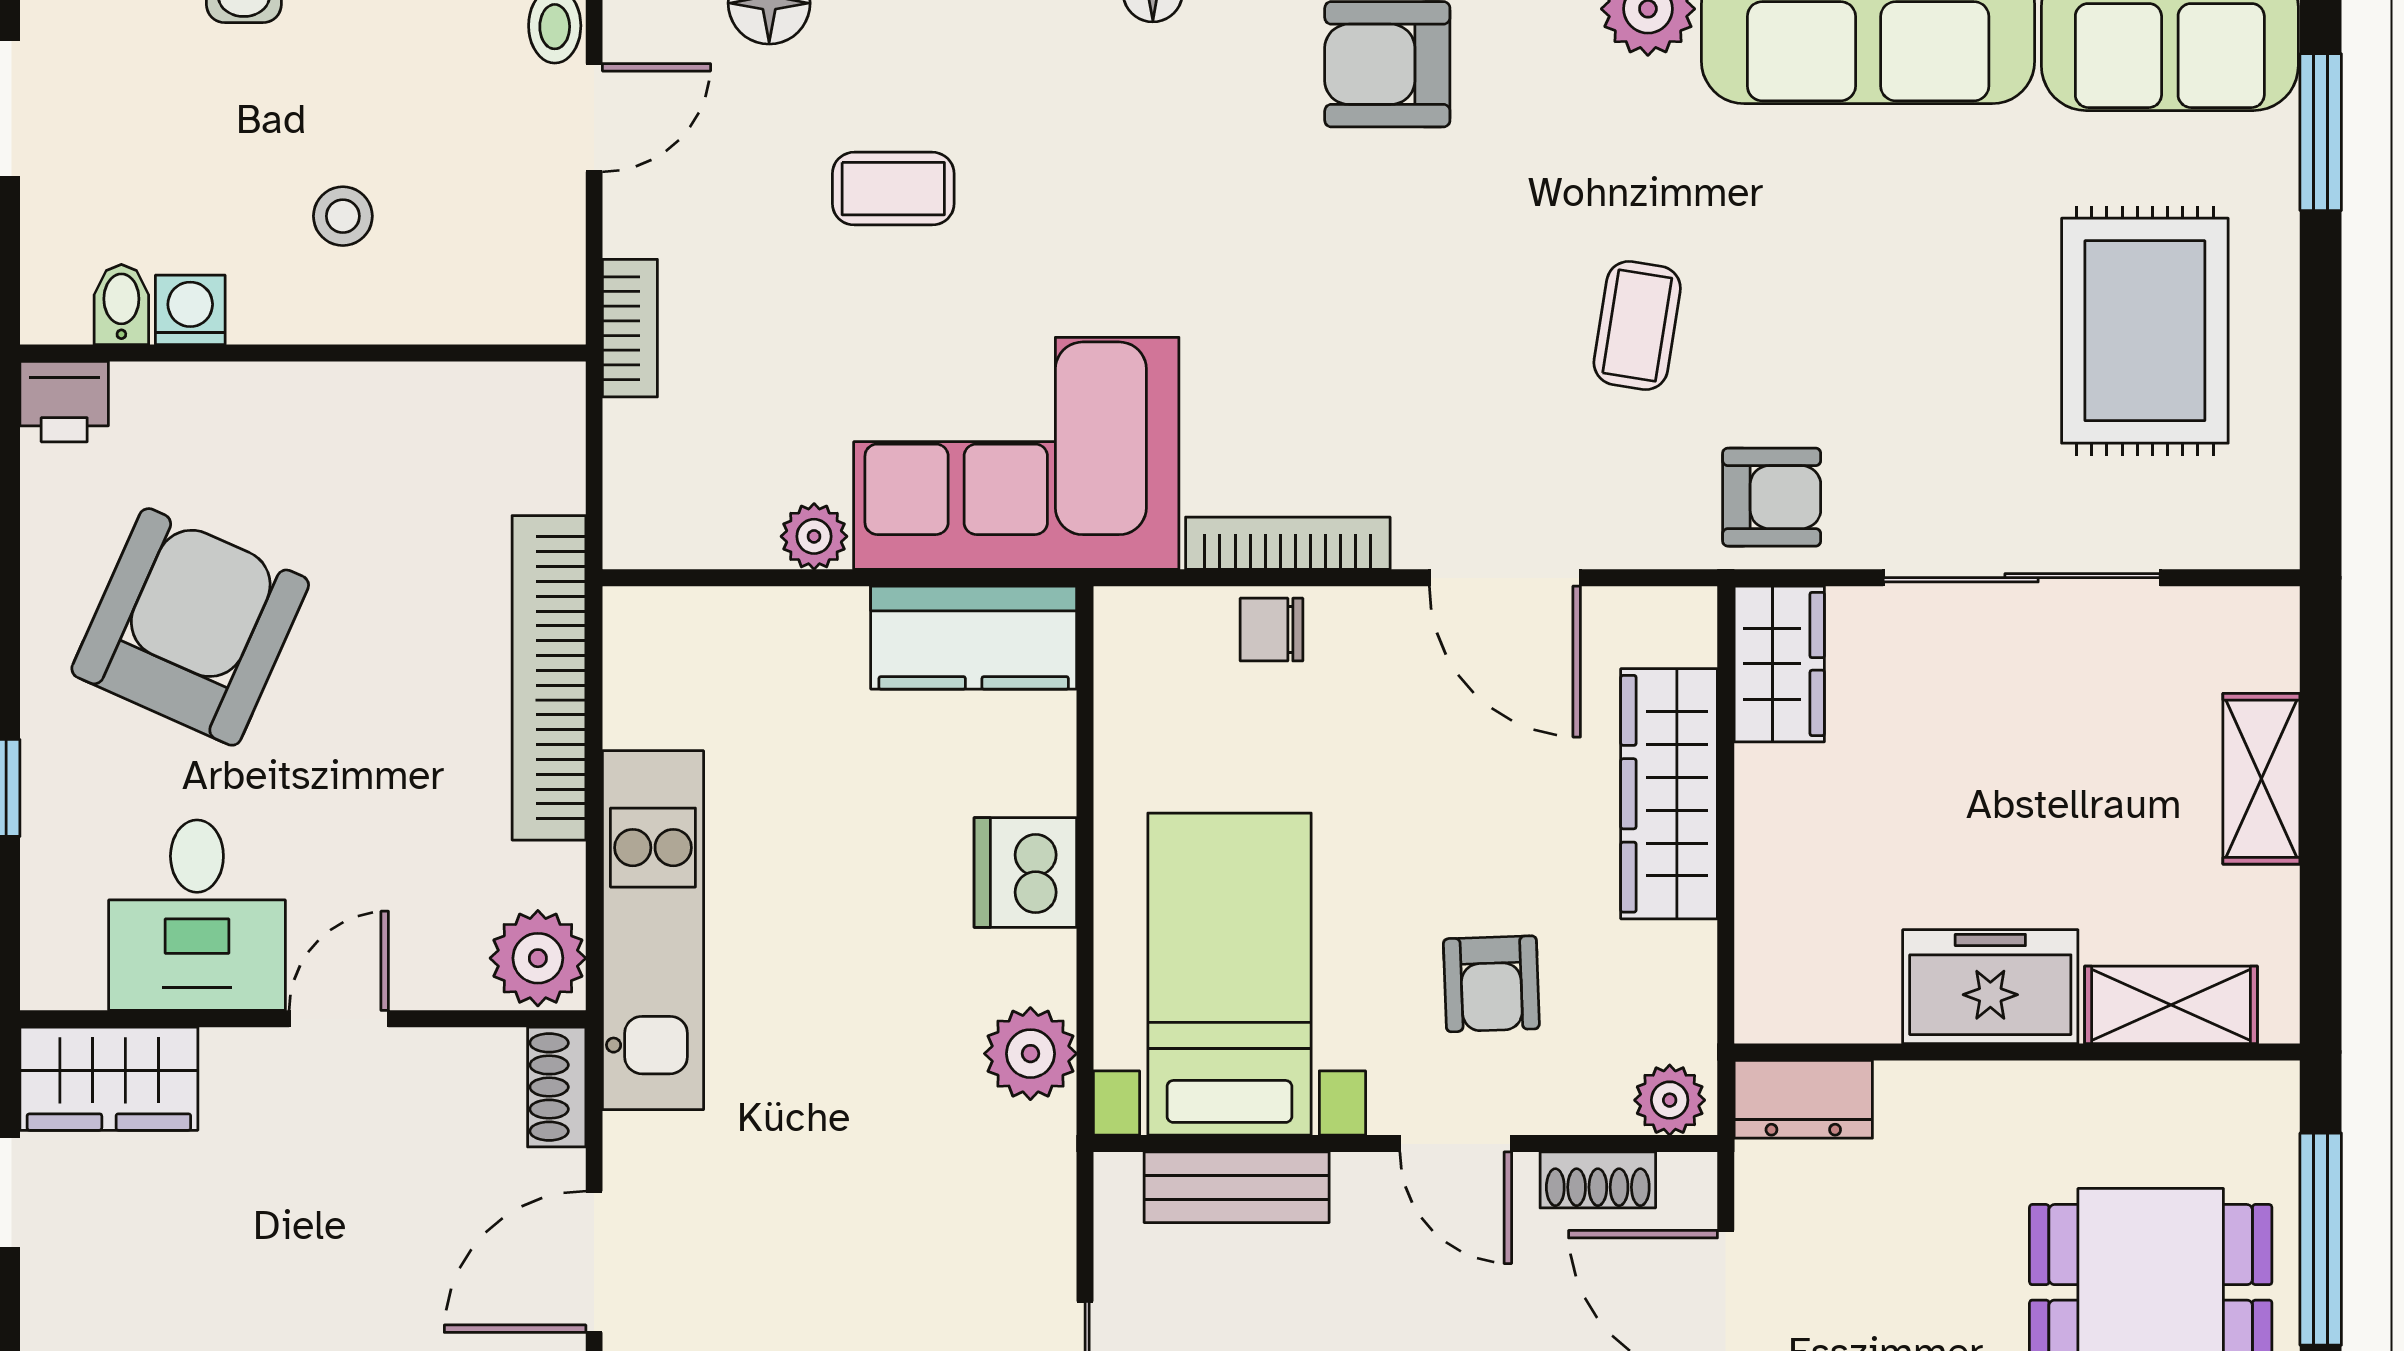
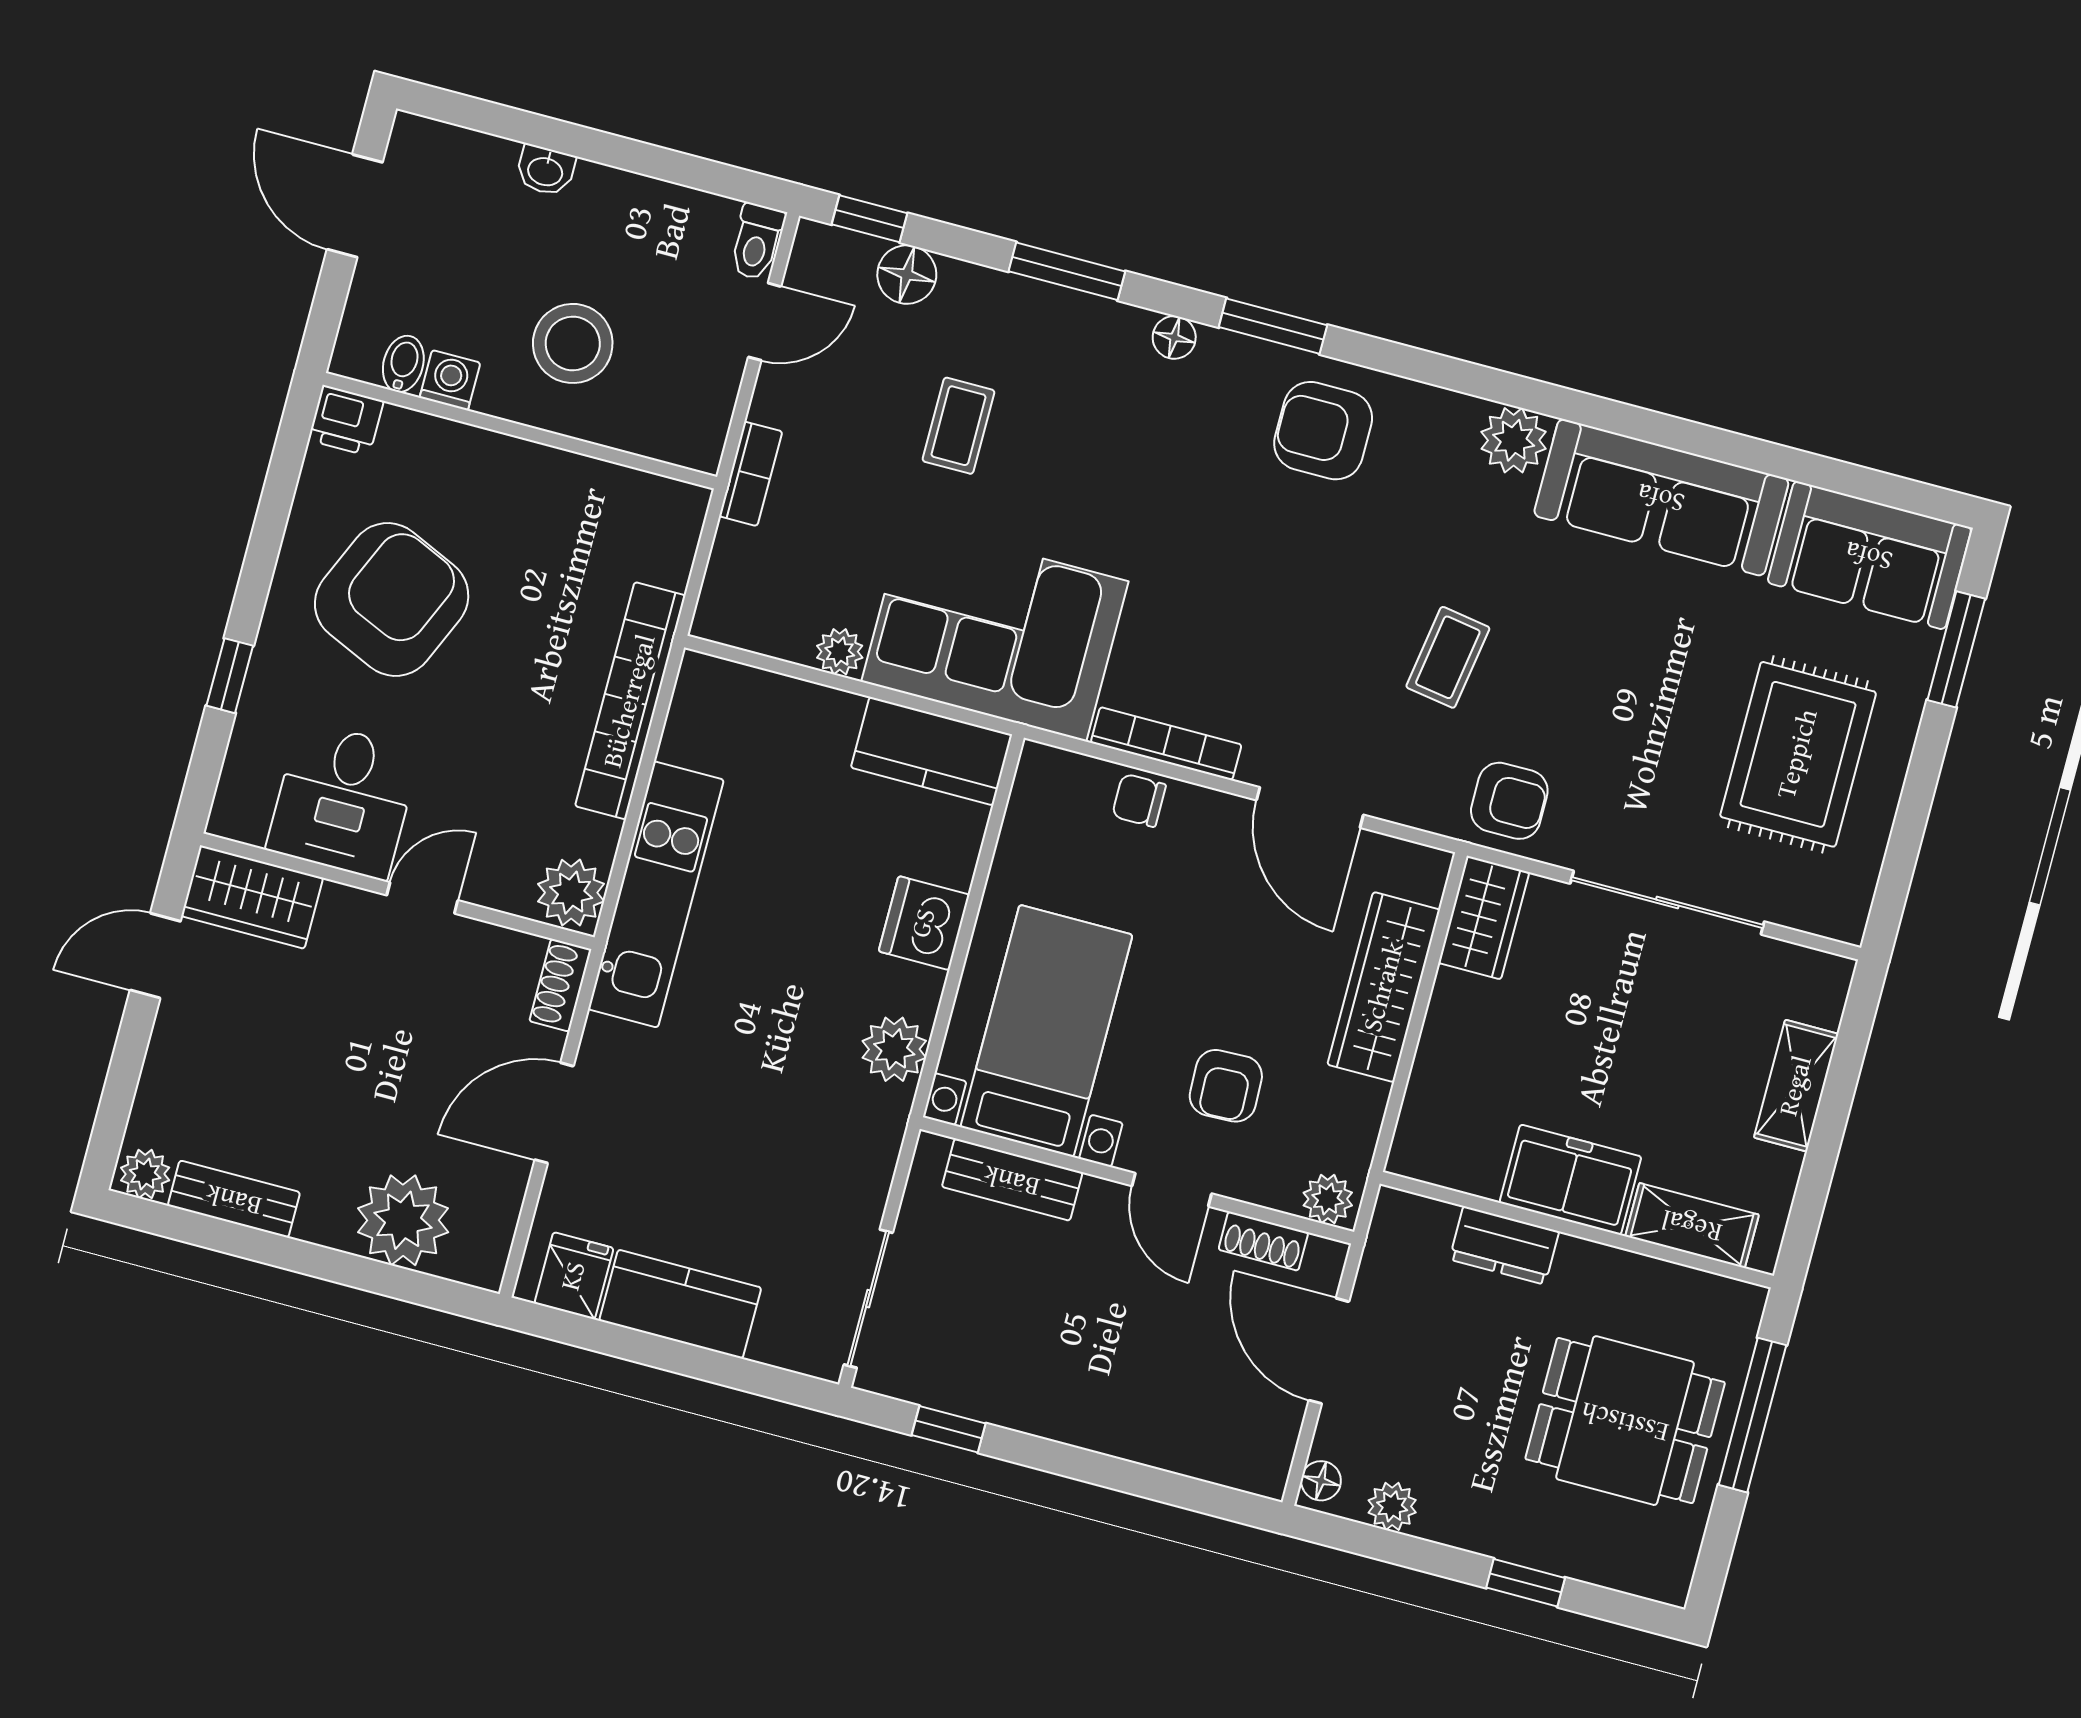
coffee table: (893, 189) -> (958, 426), turned 90
stool: (343, 216) -> (573, 343), width x1.89, depth x1.89
dresser: (1803, 1099) -> (1504, 1245), moved

